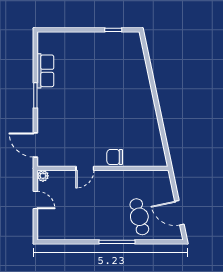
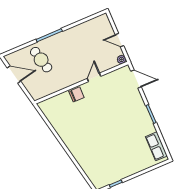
row of seats: (45, 71) -> (156, 146), moved

